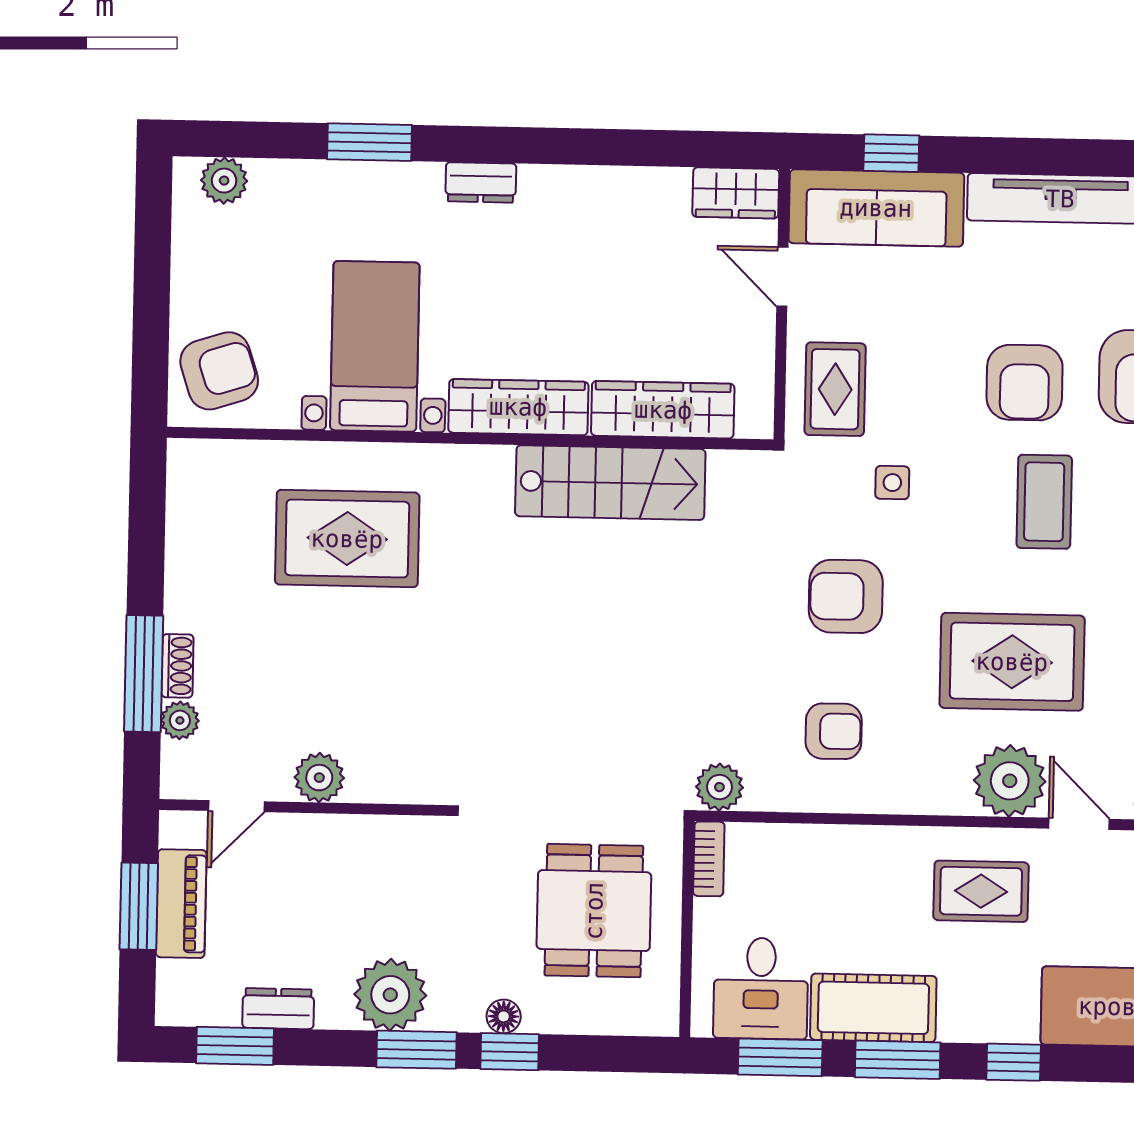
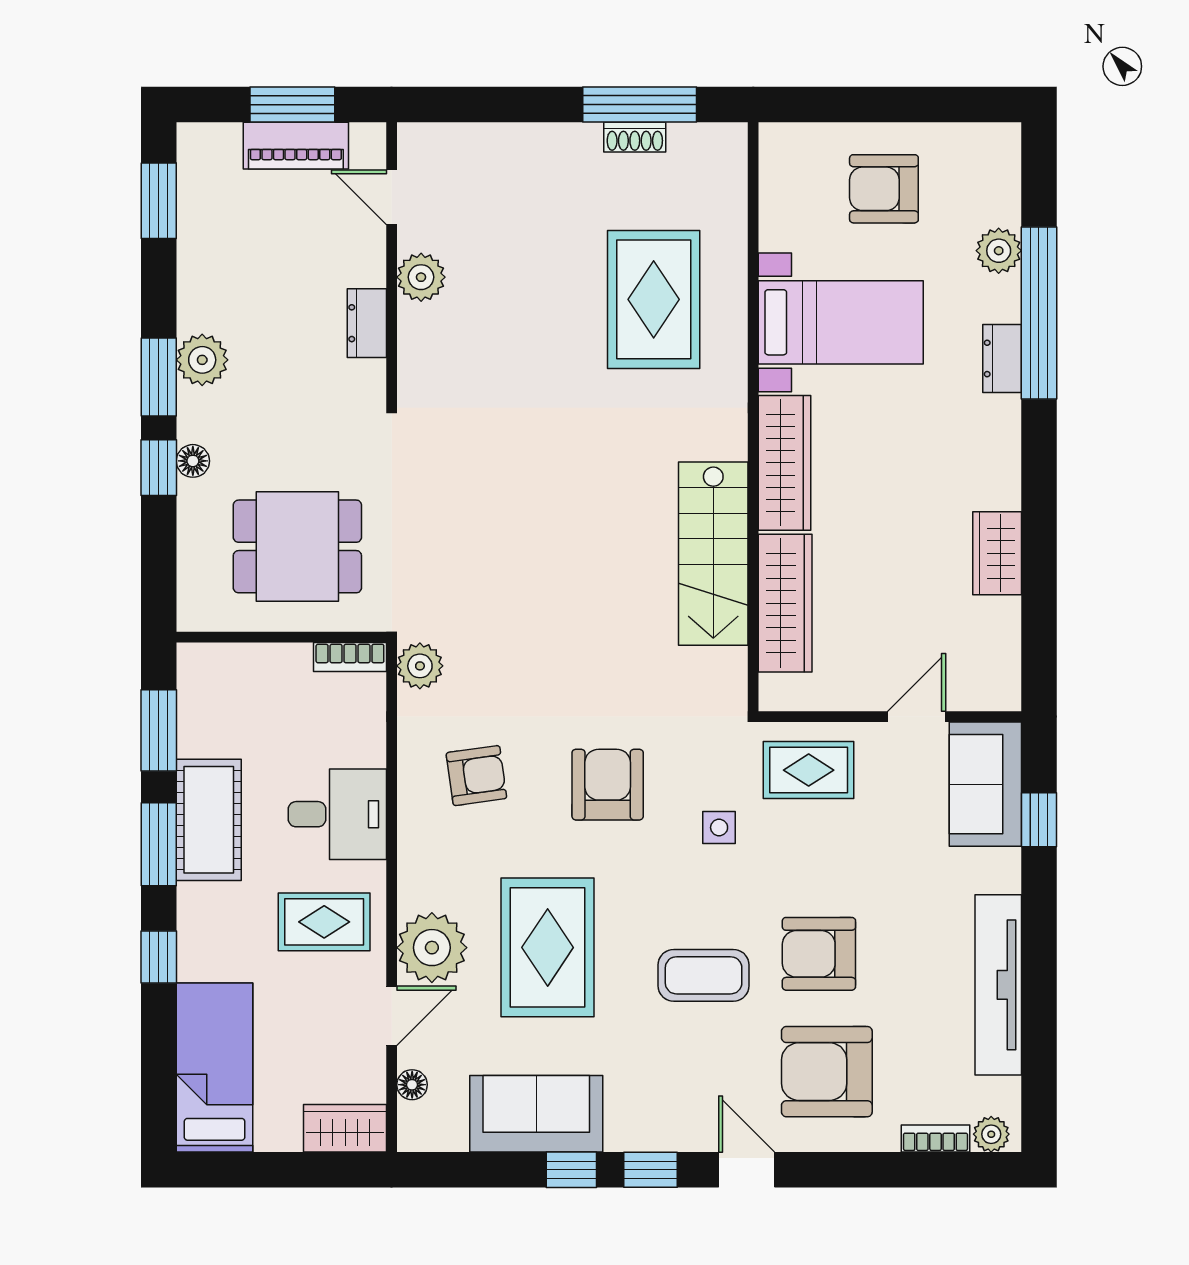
window: (370, 142) -> (1039, 313), width x2.11
plant: (224, 181) -> (999, 251), moved
dresser: (481, 182) -> (1002, 358), moved
wardrobe: (736, 193) -> (997, 553), moved
sofa: (876, 208) -> (985, 784), width x0.73
armchair: (219, 371) -> (884, 189), moved, turned 108
shoe rack: (177, 666) -> (635, 137), moved
window: (144, 674) -> (640, 105), moved
plant: (180, 720) -> (474, 141), removed
armchair: (834, 731) -> (476, 776), turned -98
rug: (981, 891) -> (324, 922), turned 90
desk: (761, 988) -> (337, 814), moved, turned 180
plant: (390, 995) -> (202, 360), width x0.73, depth x0.73
dresser: (278, 1009) -> (367, 323), moved, turned 180

